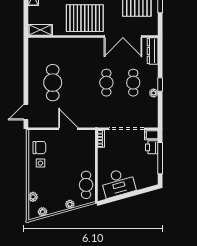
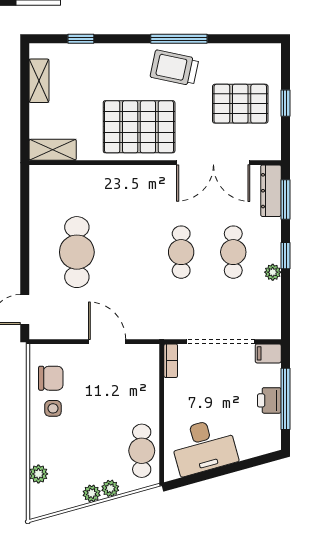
window: (160, 56) -> (285, 200), added
printer: (152, 147) -> (269, 400), moved
plant: (43, 212) -> (92, 493), moved

